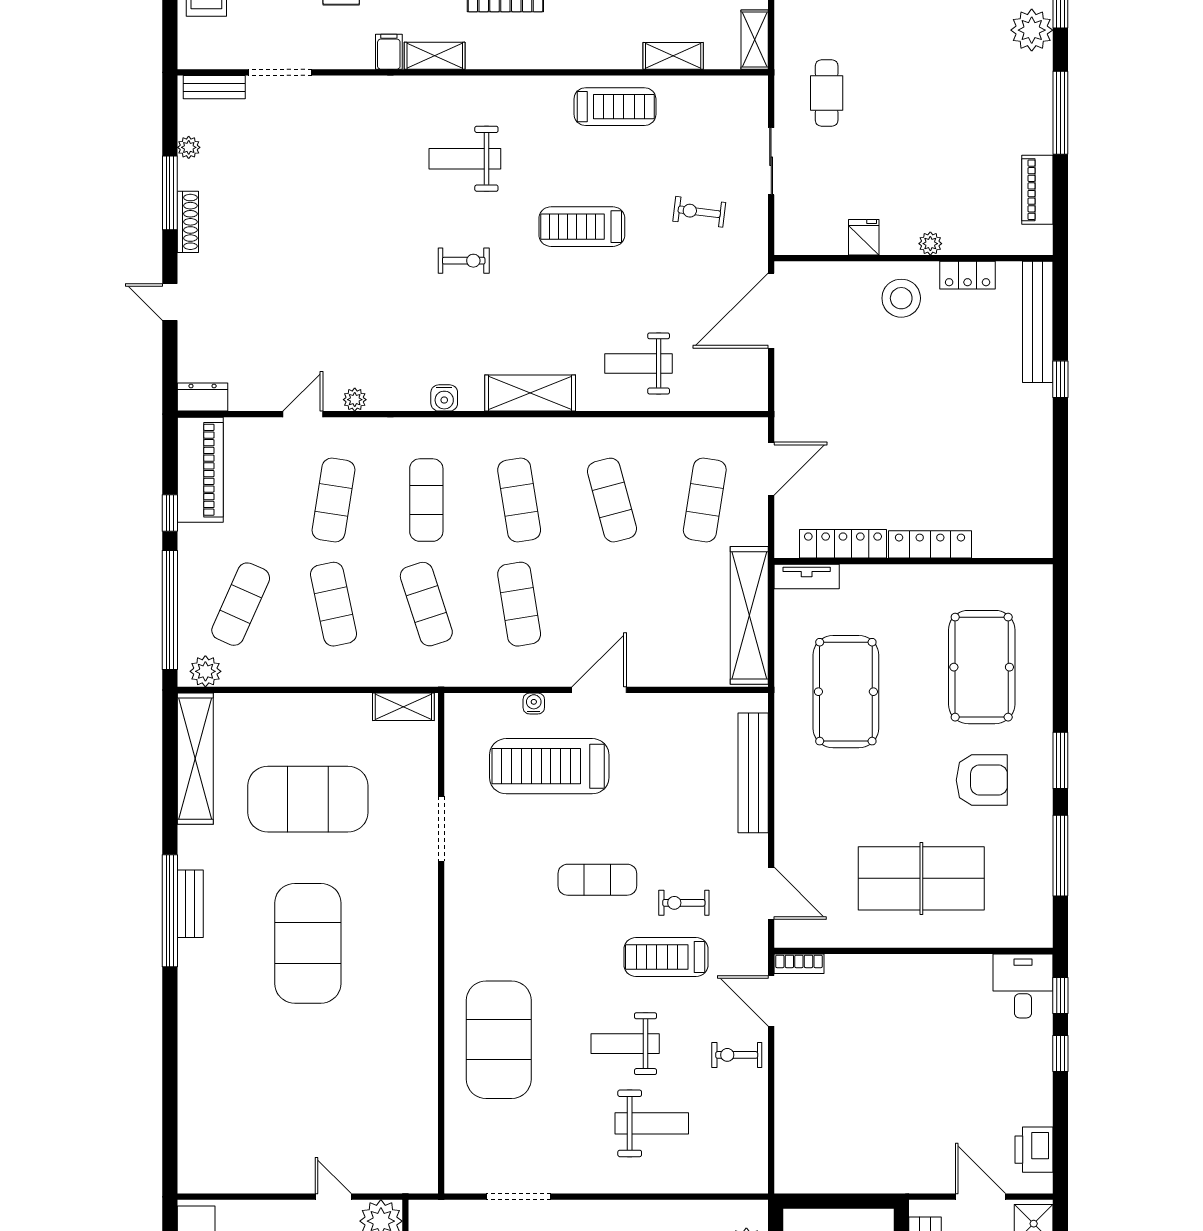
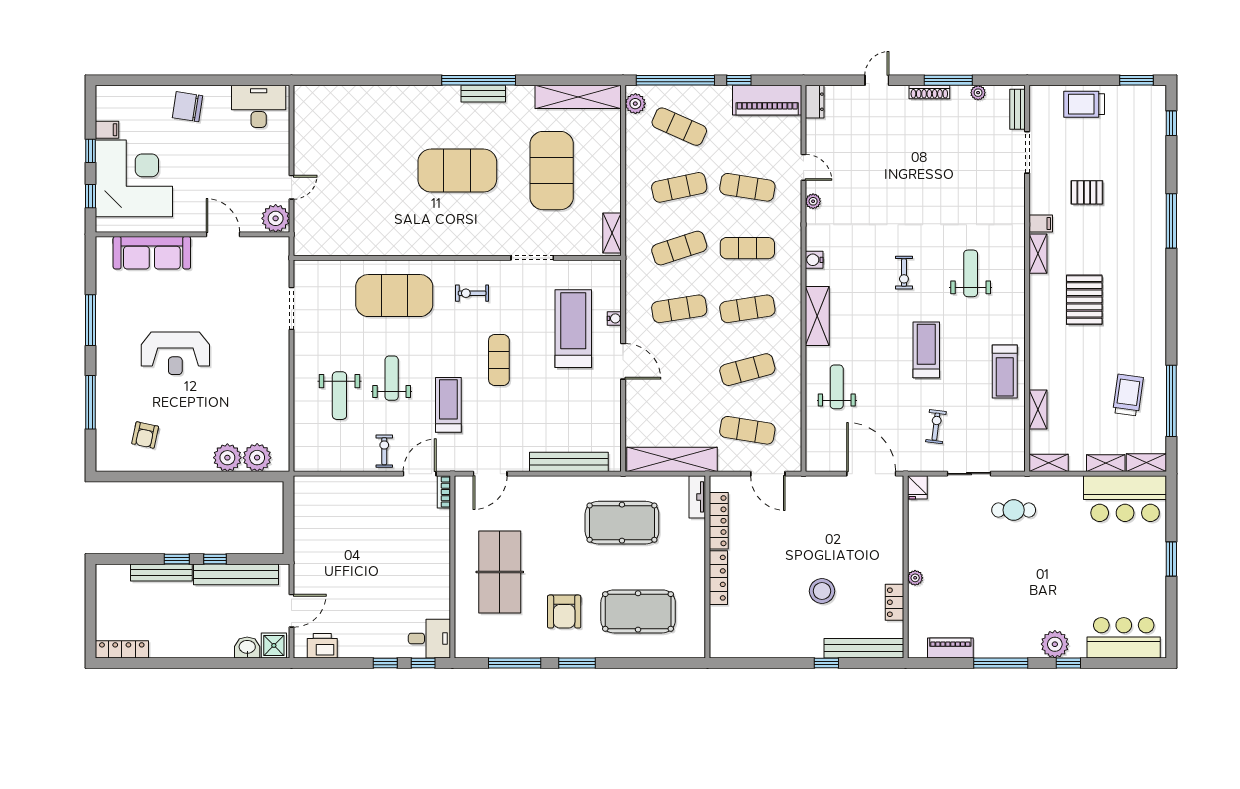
fridge: (864, 237) -> (917, 487), moved, turned 90
stool: (901, 298) -> (822, 591), moved
exercise bike: (684, 903) -> (472, 293), moved, turned -90

